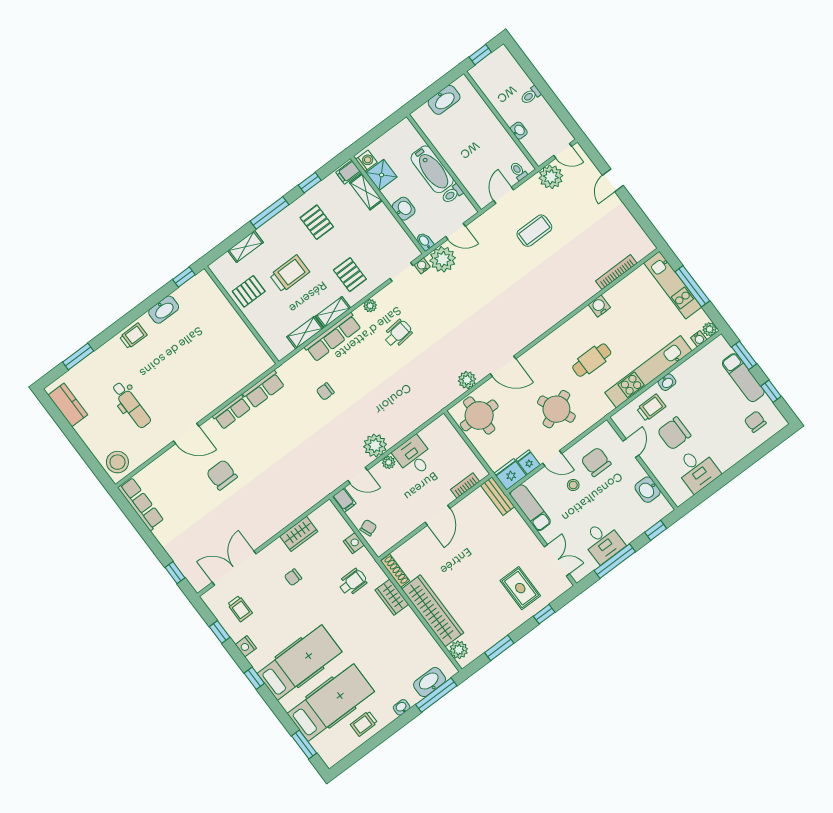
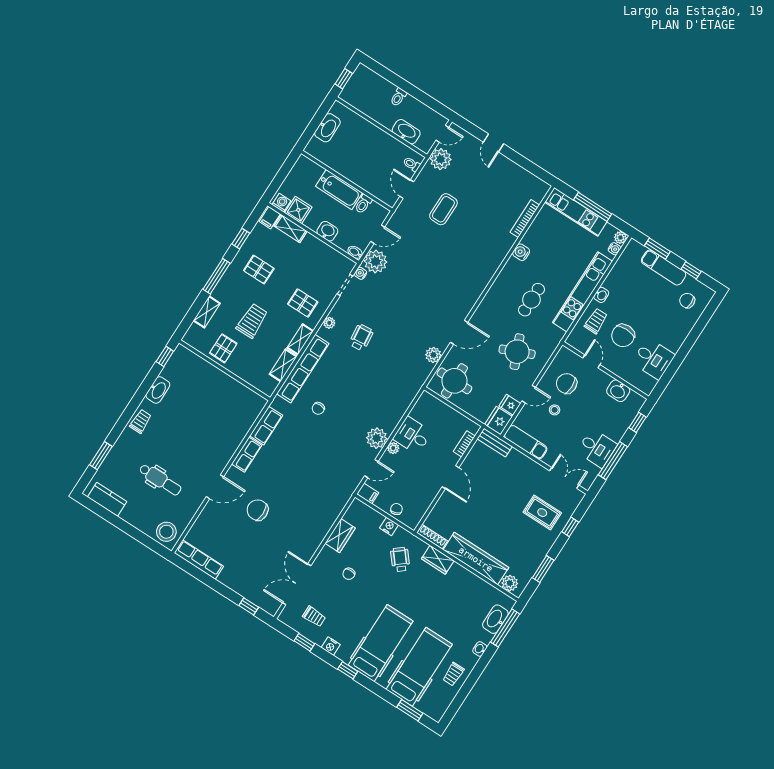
washbasin: (519, 131) -> (406, 132), width x1.91, depth x1.45
row of seats: (333, 337) -> (303, 369), width x1.36
wheelchair: (353, 582) -> (400, 559), turned -40

